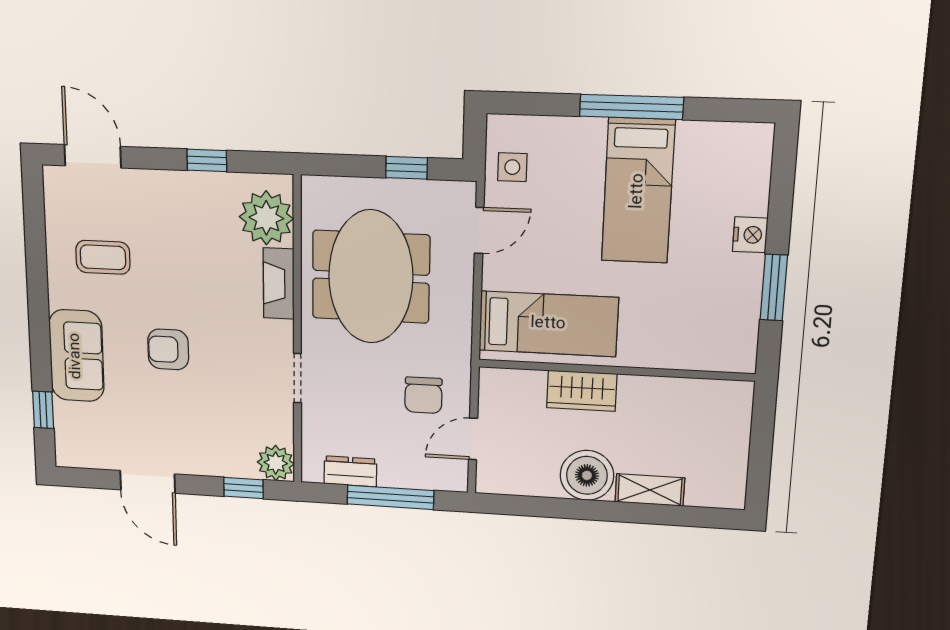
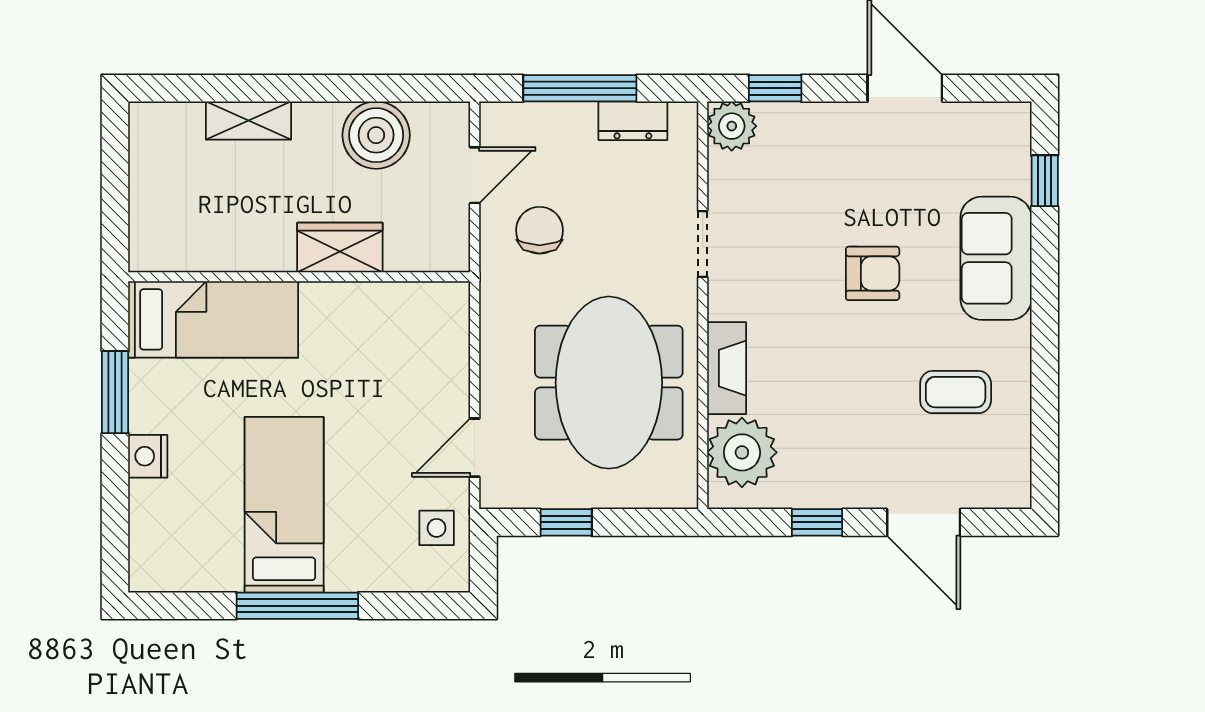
door: (93, 156) -> (924, 522), moved
bed: (548, 324) -> (213, 319), moved, turned 180
boiler: (587, 475) -> (376, 135), moved

